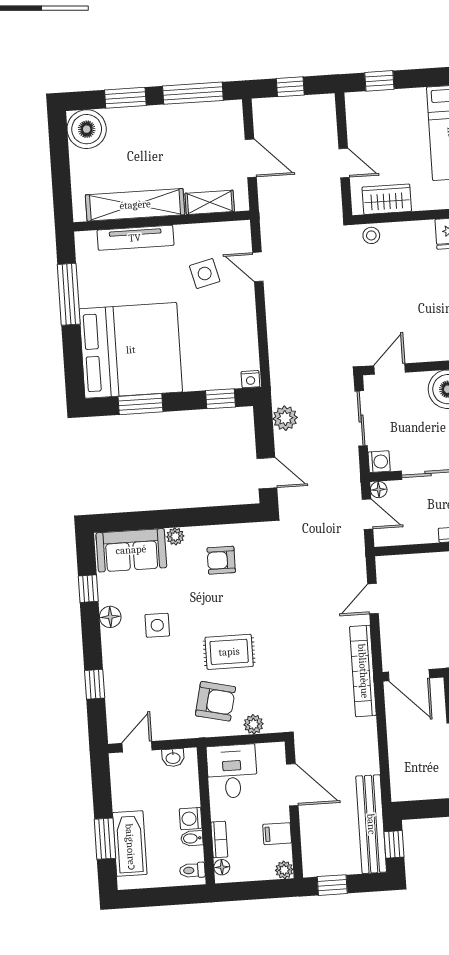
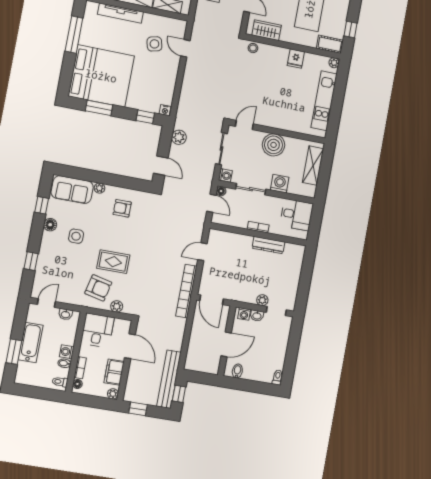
filing cabinet: (277, 834) -> (114, 372), width x2.00
bathtub: (130, 844) -> (31, 343), moved

